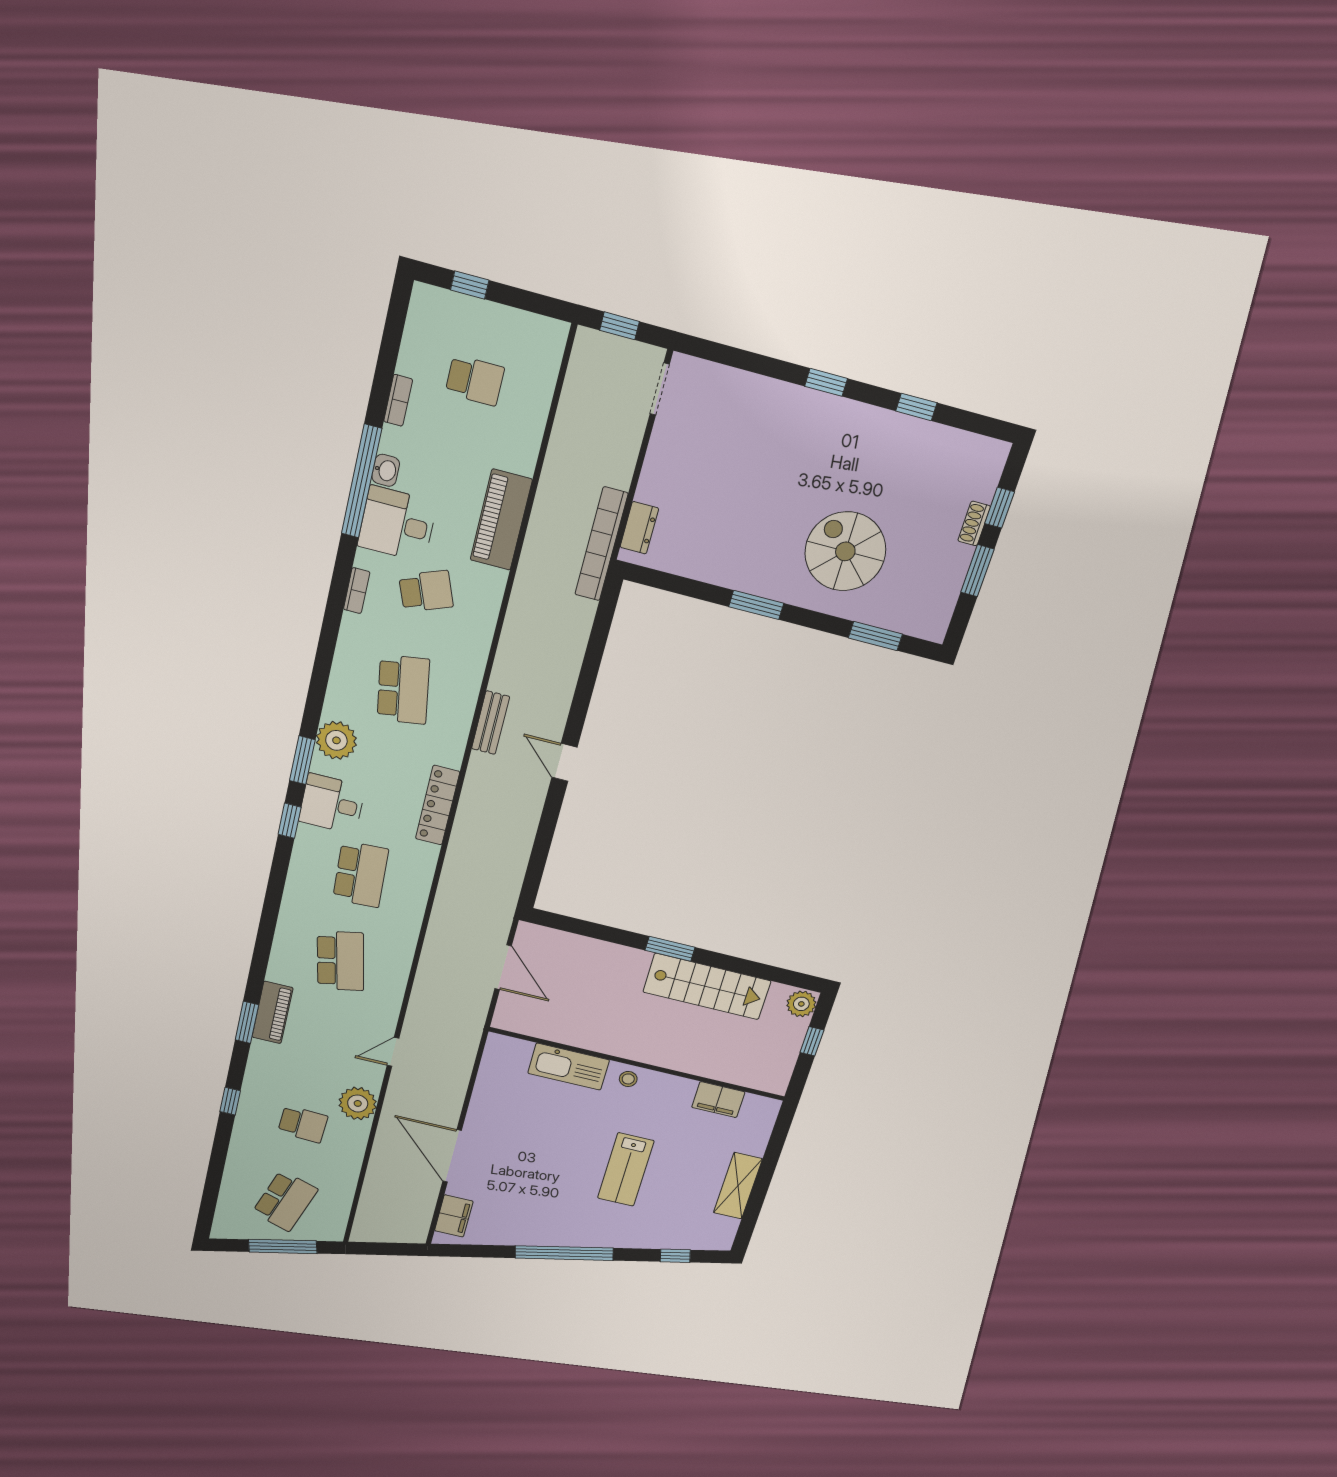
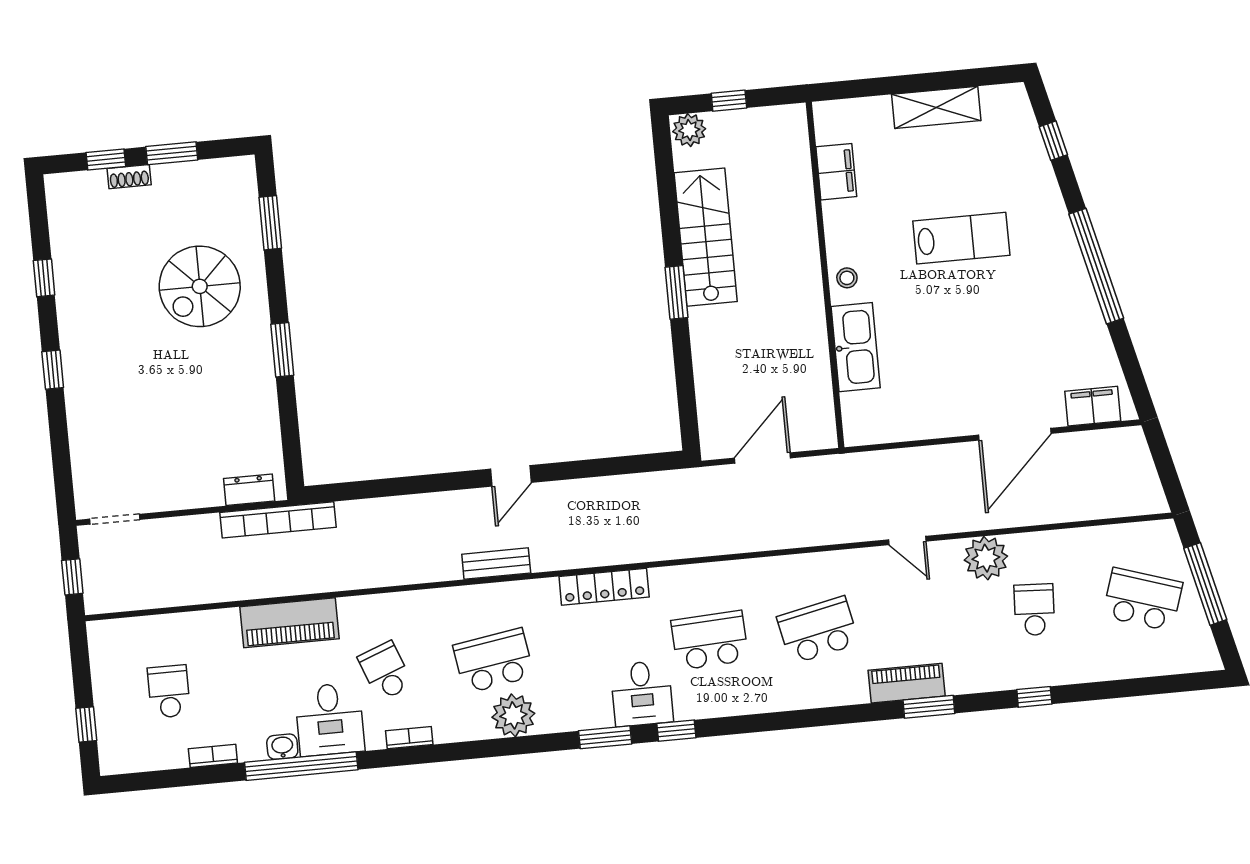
plant: (336, 740) -> (513, 715), moved

